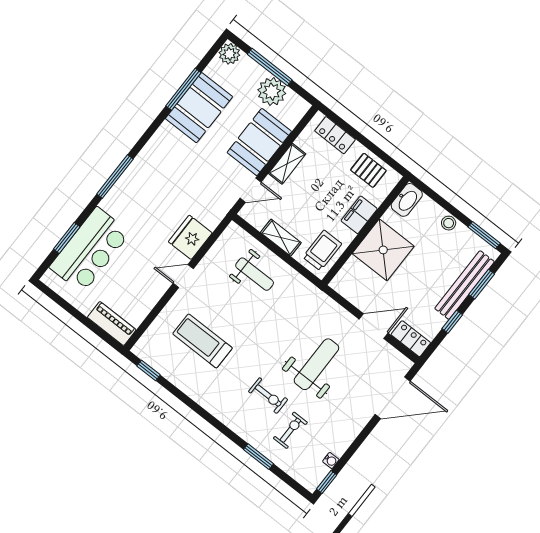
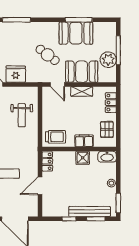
plant: (229, 54) -> (110, 28), removed
cafe table: (198, 171) -> (48, 55), added
shelving: (281, 238) -> (47, 114), removed
shower: (383, 250) -> (83, 158), width x0.54, depth x0.54
door: (374, 326) -> (40, 186), swing flipped
locker: (411, 339) -> (47, 161), moved

